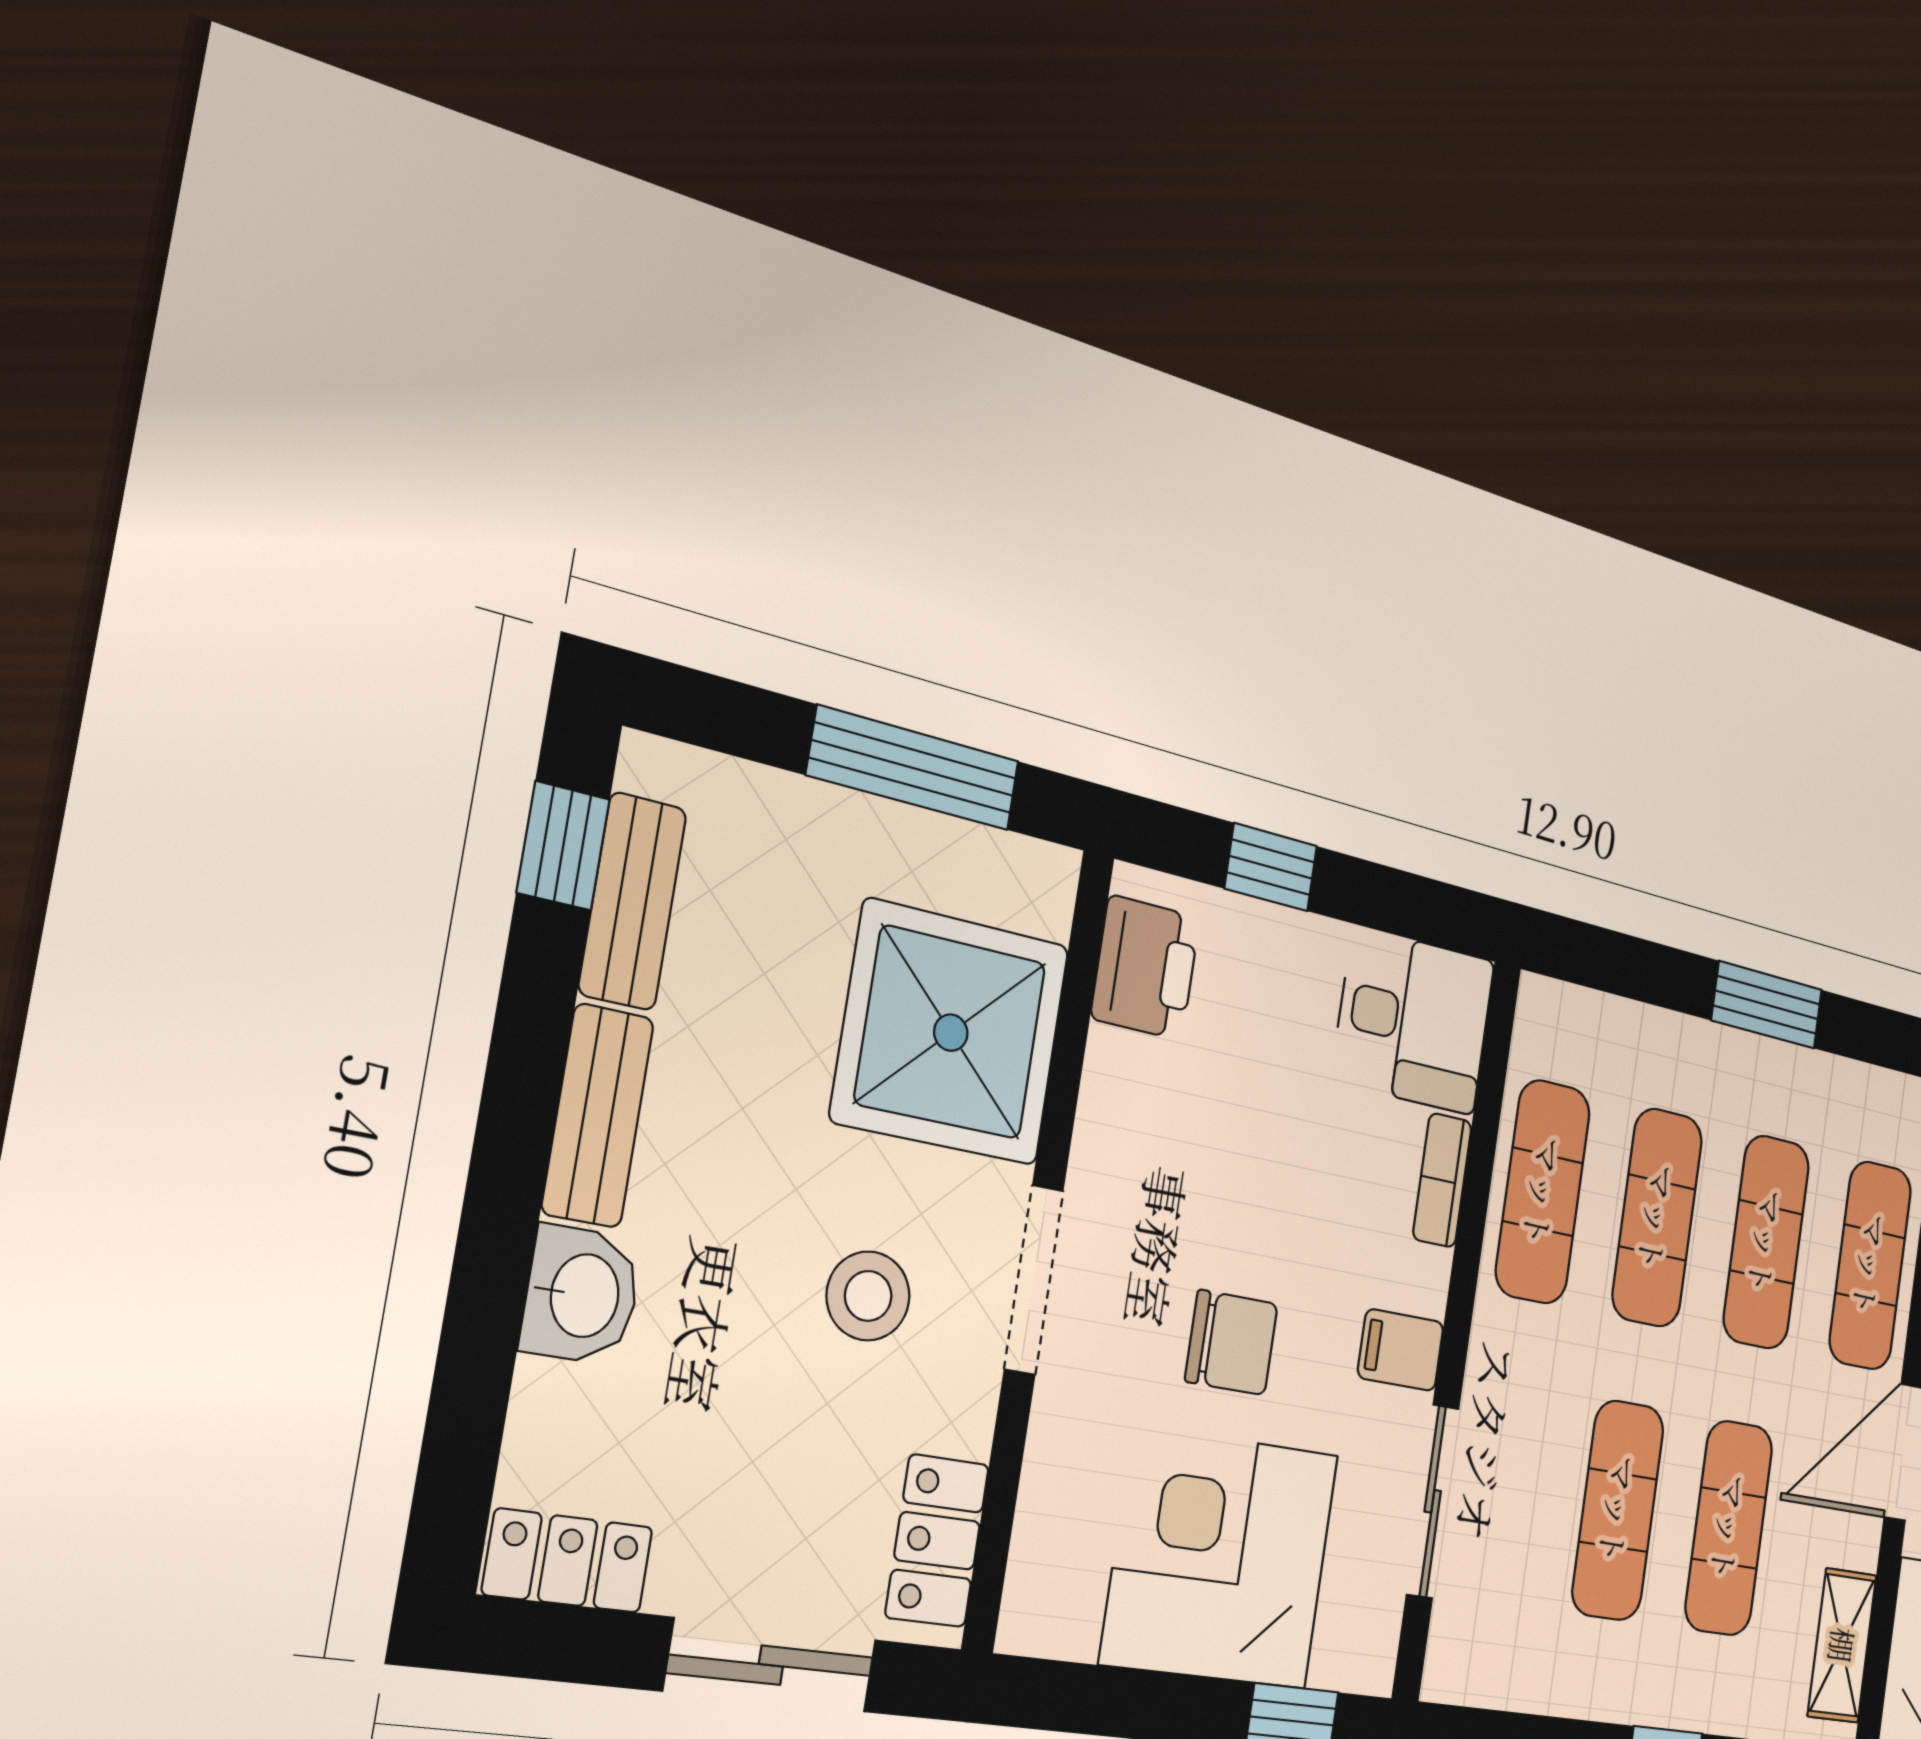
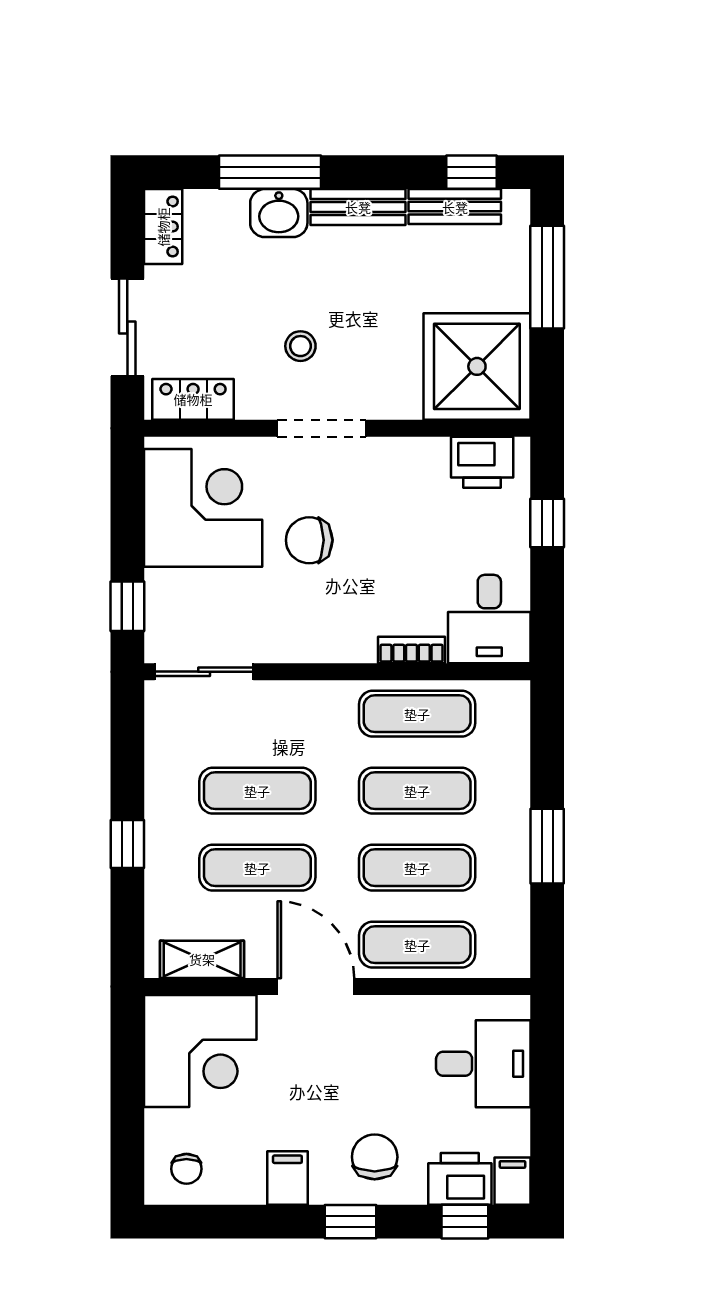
window: (914, 768) -> (547, 277), moved
shower: (951, 1033) -> (477, 366), moved
stool: (868, 1296) -> (300, 346), width x0.73, depth x0.73
window: (486, 1300) -> (270, 172), added
chair: (1232, 1343) -> (309, 540), turned 90
filing cabinet: (1401, 1350) -> (321, 639), removed
sliding door: (1433, 1501) -> (204, 672), moved
corner desk: (1221, 1558) -> (203, 508), moved

